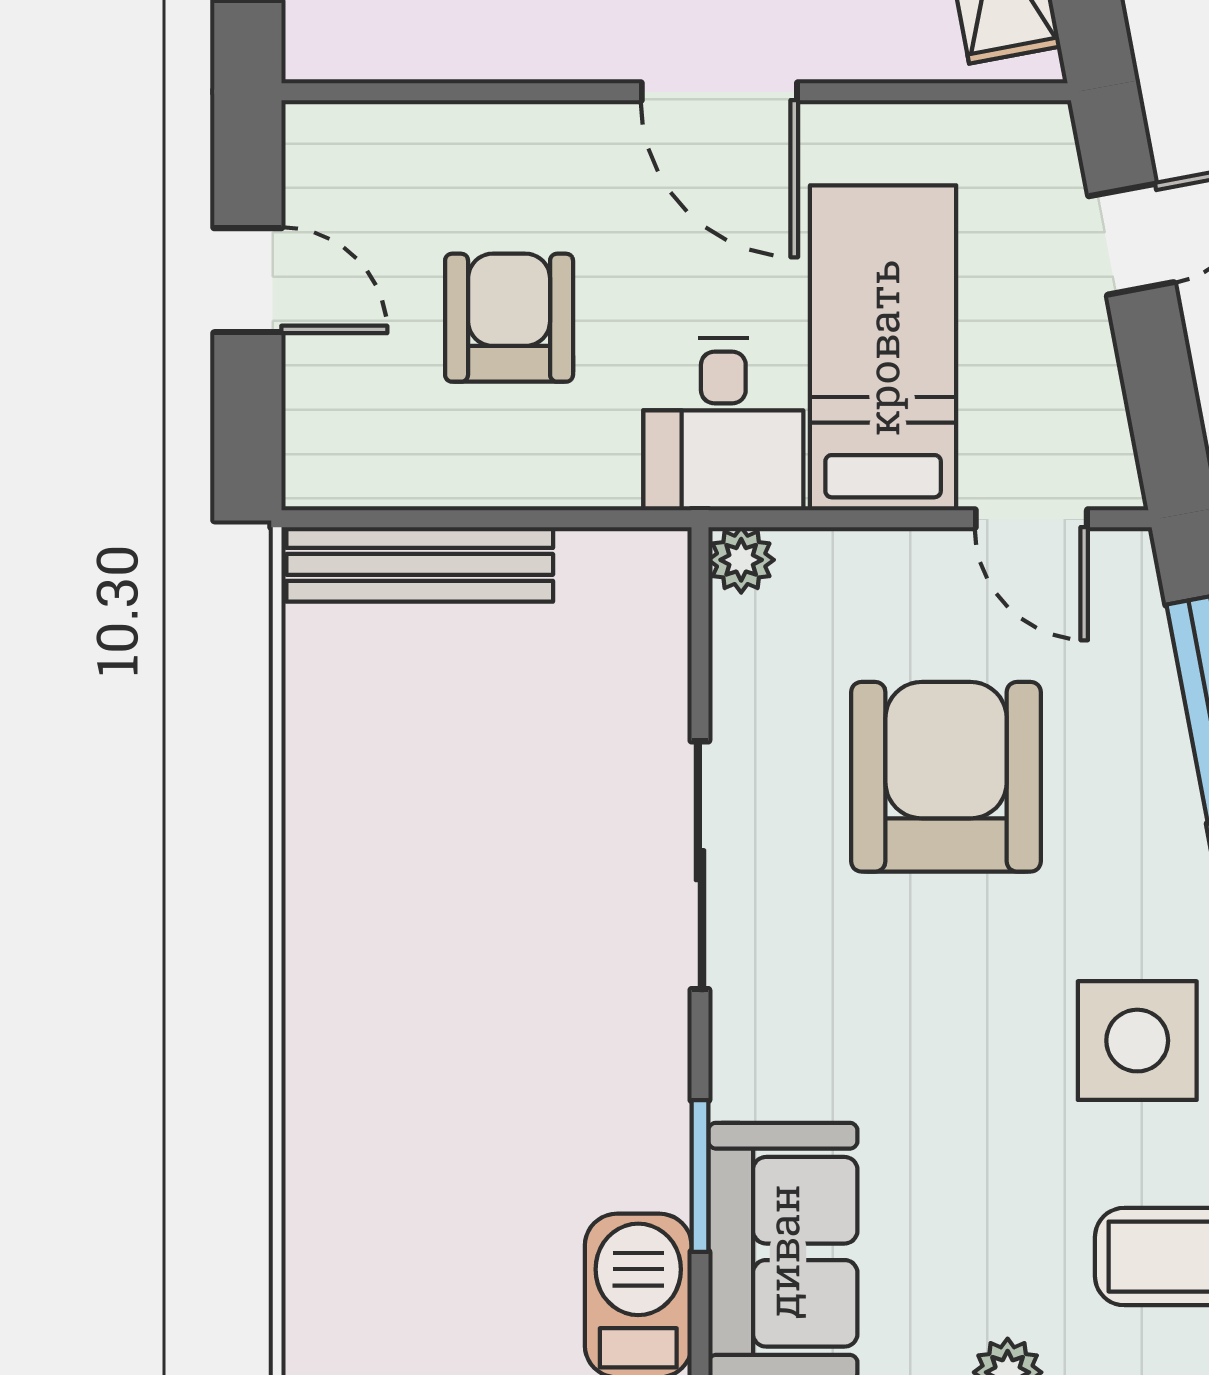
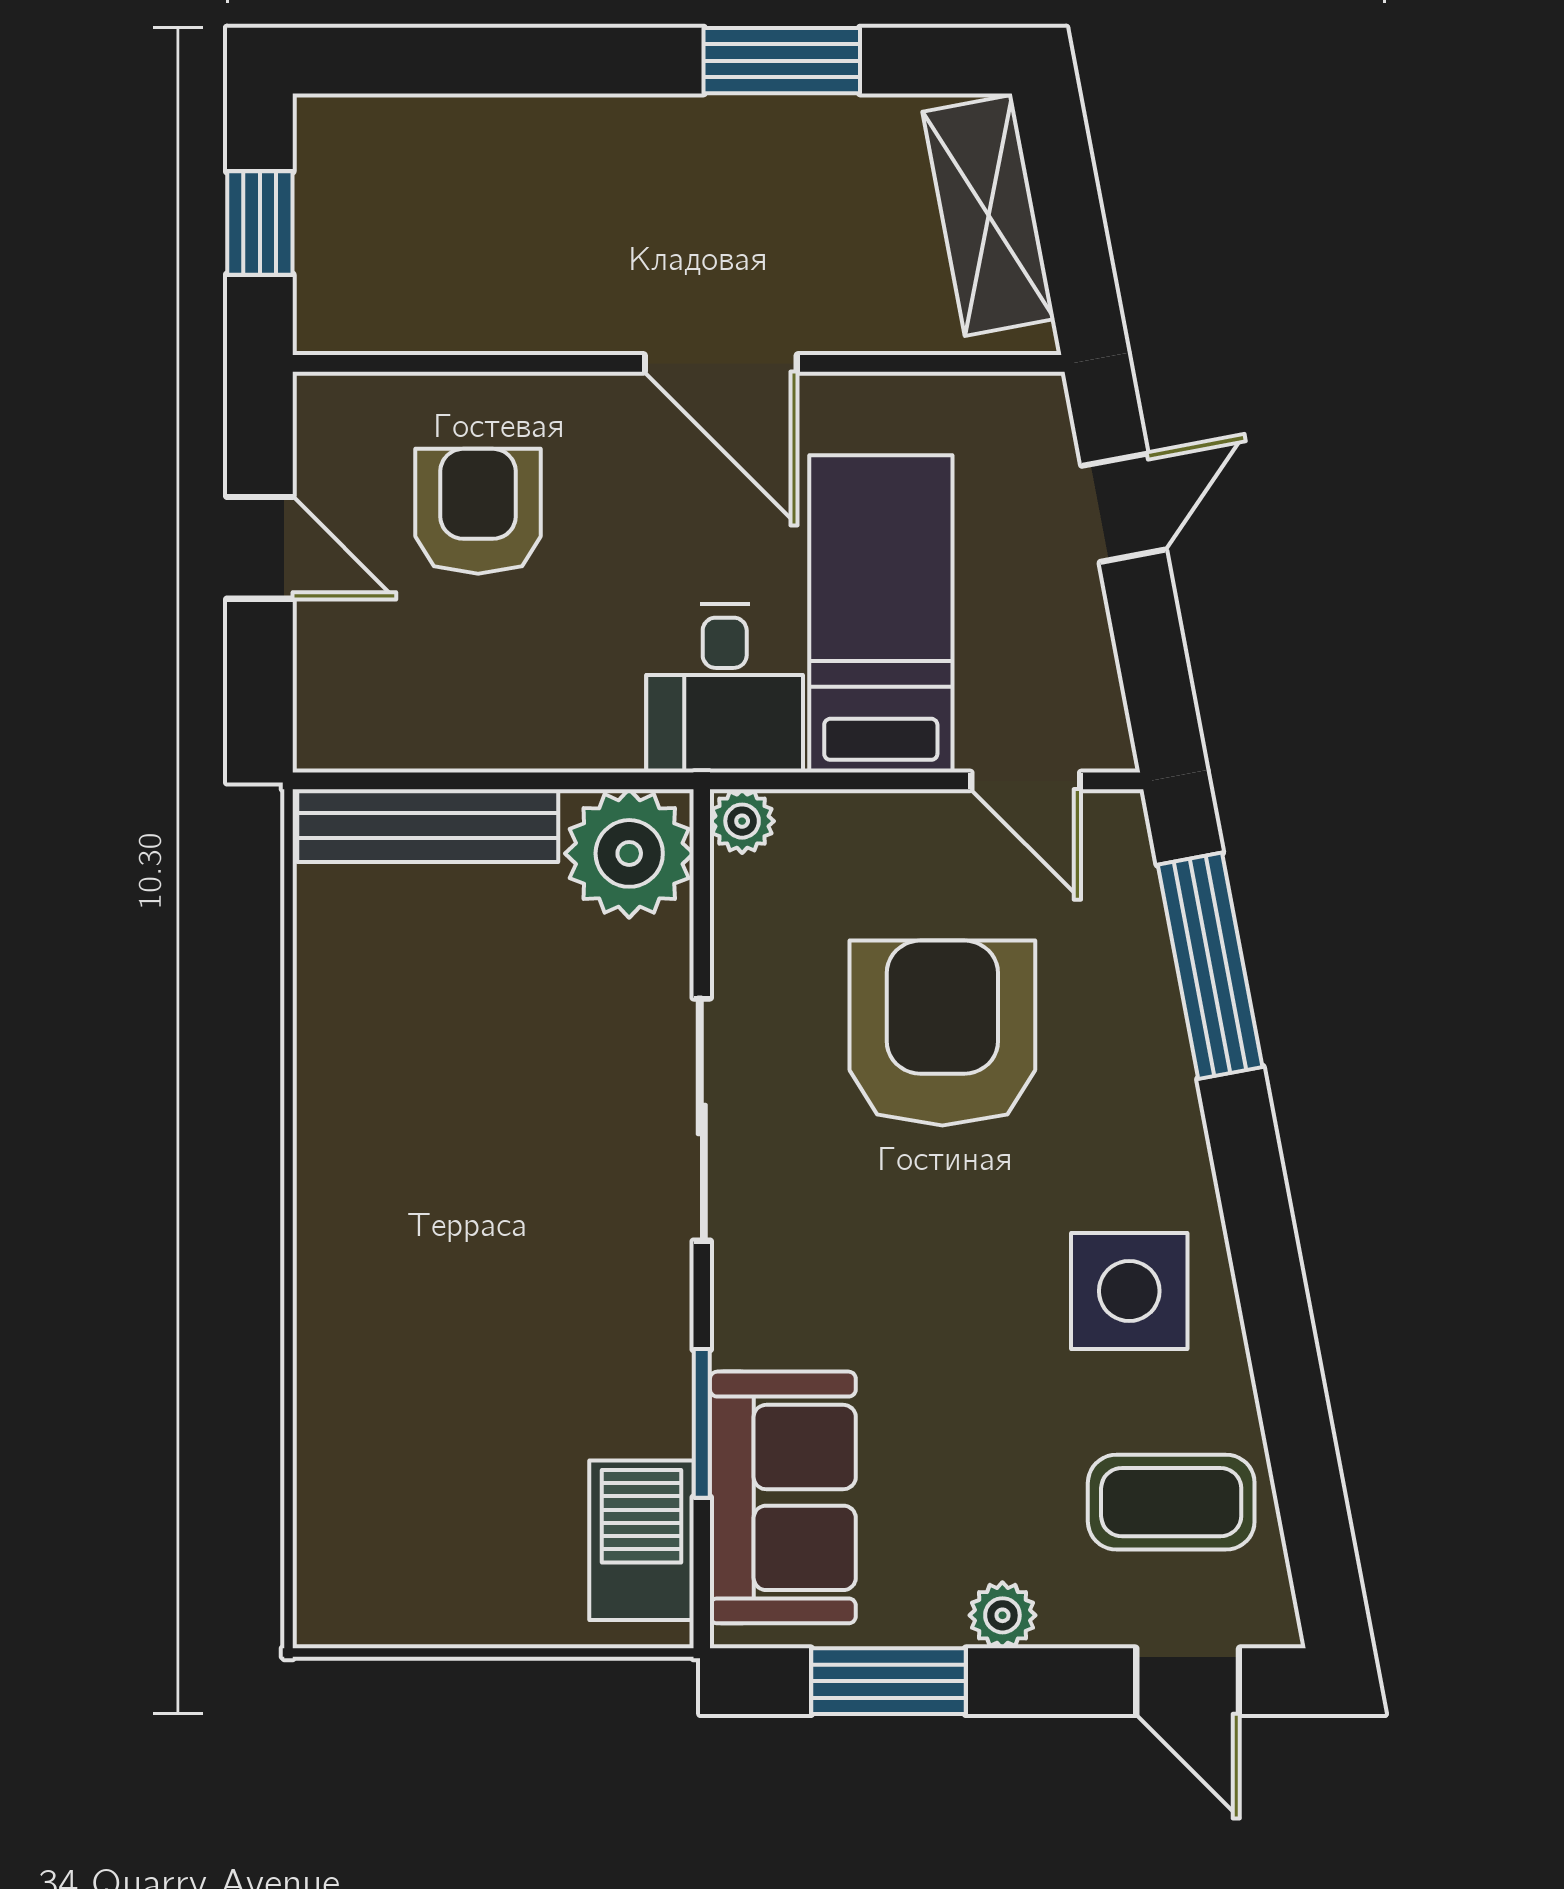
armchair: (509, 318) -> (478, 511), moved
plant: (626, 593) -> (629, 853), added

